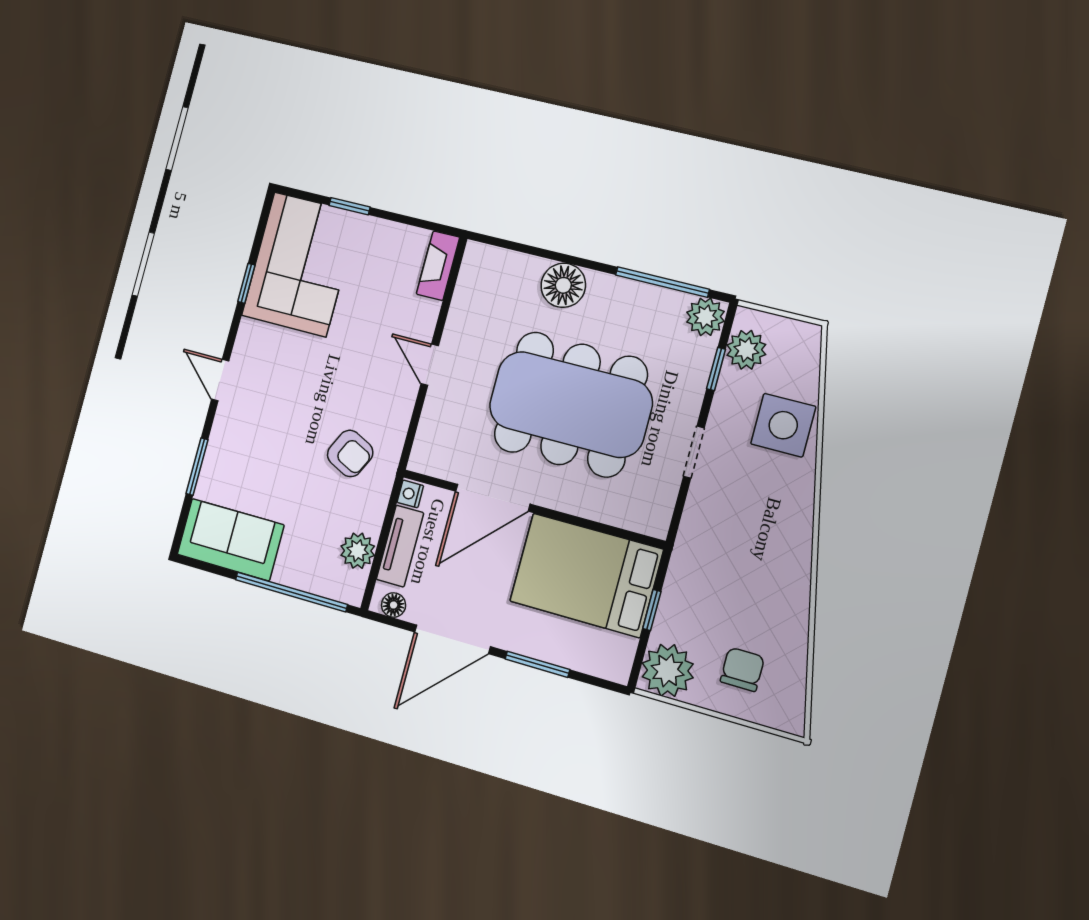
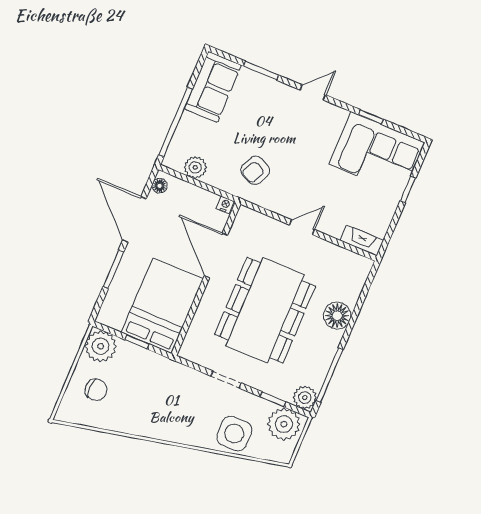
plant: (746, 350) -> (284, 424), width x1.36, depth x1.36
tv unit: (400, 546) -> (195, 194), removed

